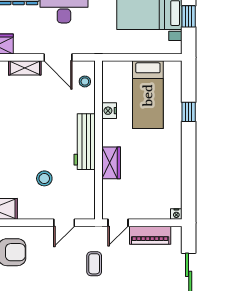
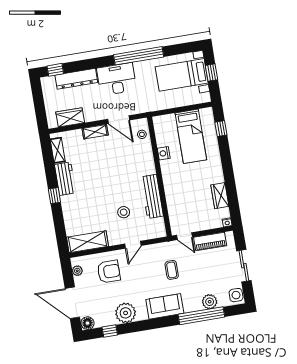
window: (189, 112) -> (221, 129), moved
workbench: (85, 142) -> (152, 196), moved
wardrobe: (111, 163) -> (220, 196), moved, turned 180
door: (64, 223) -> (133, 245), moved
door: (118, 223) -> (184, 236), hinge flipped

